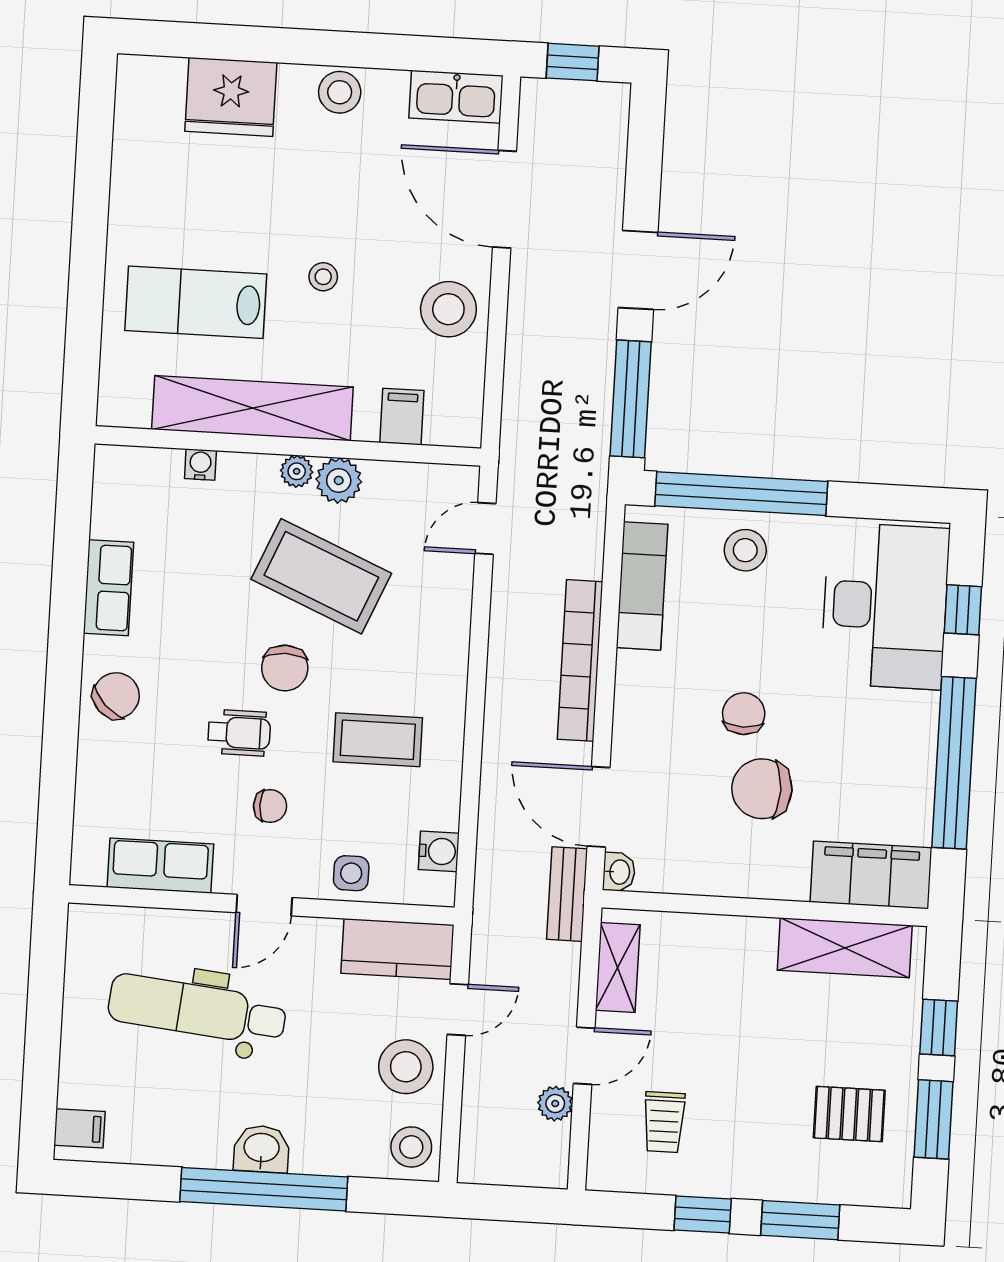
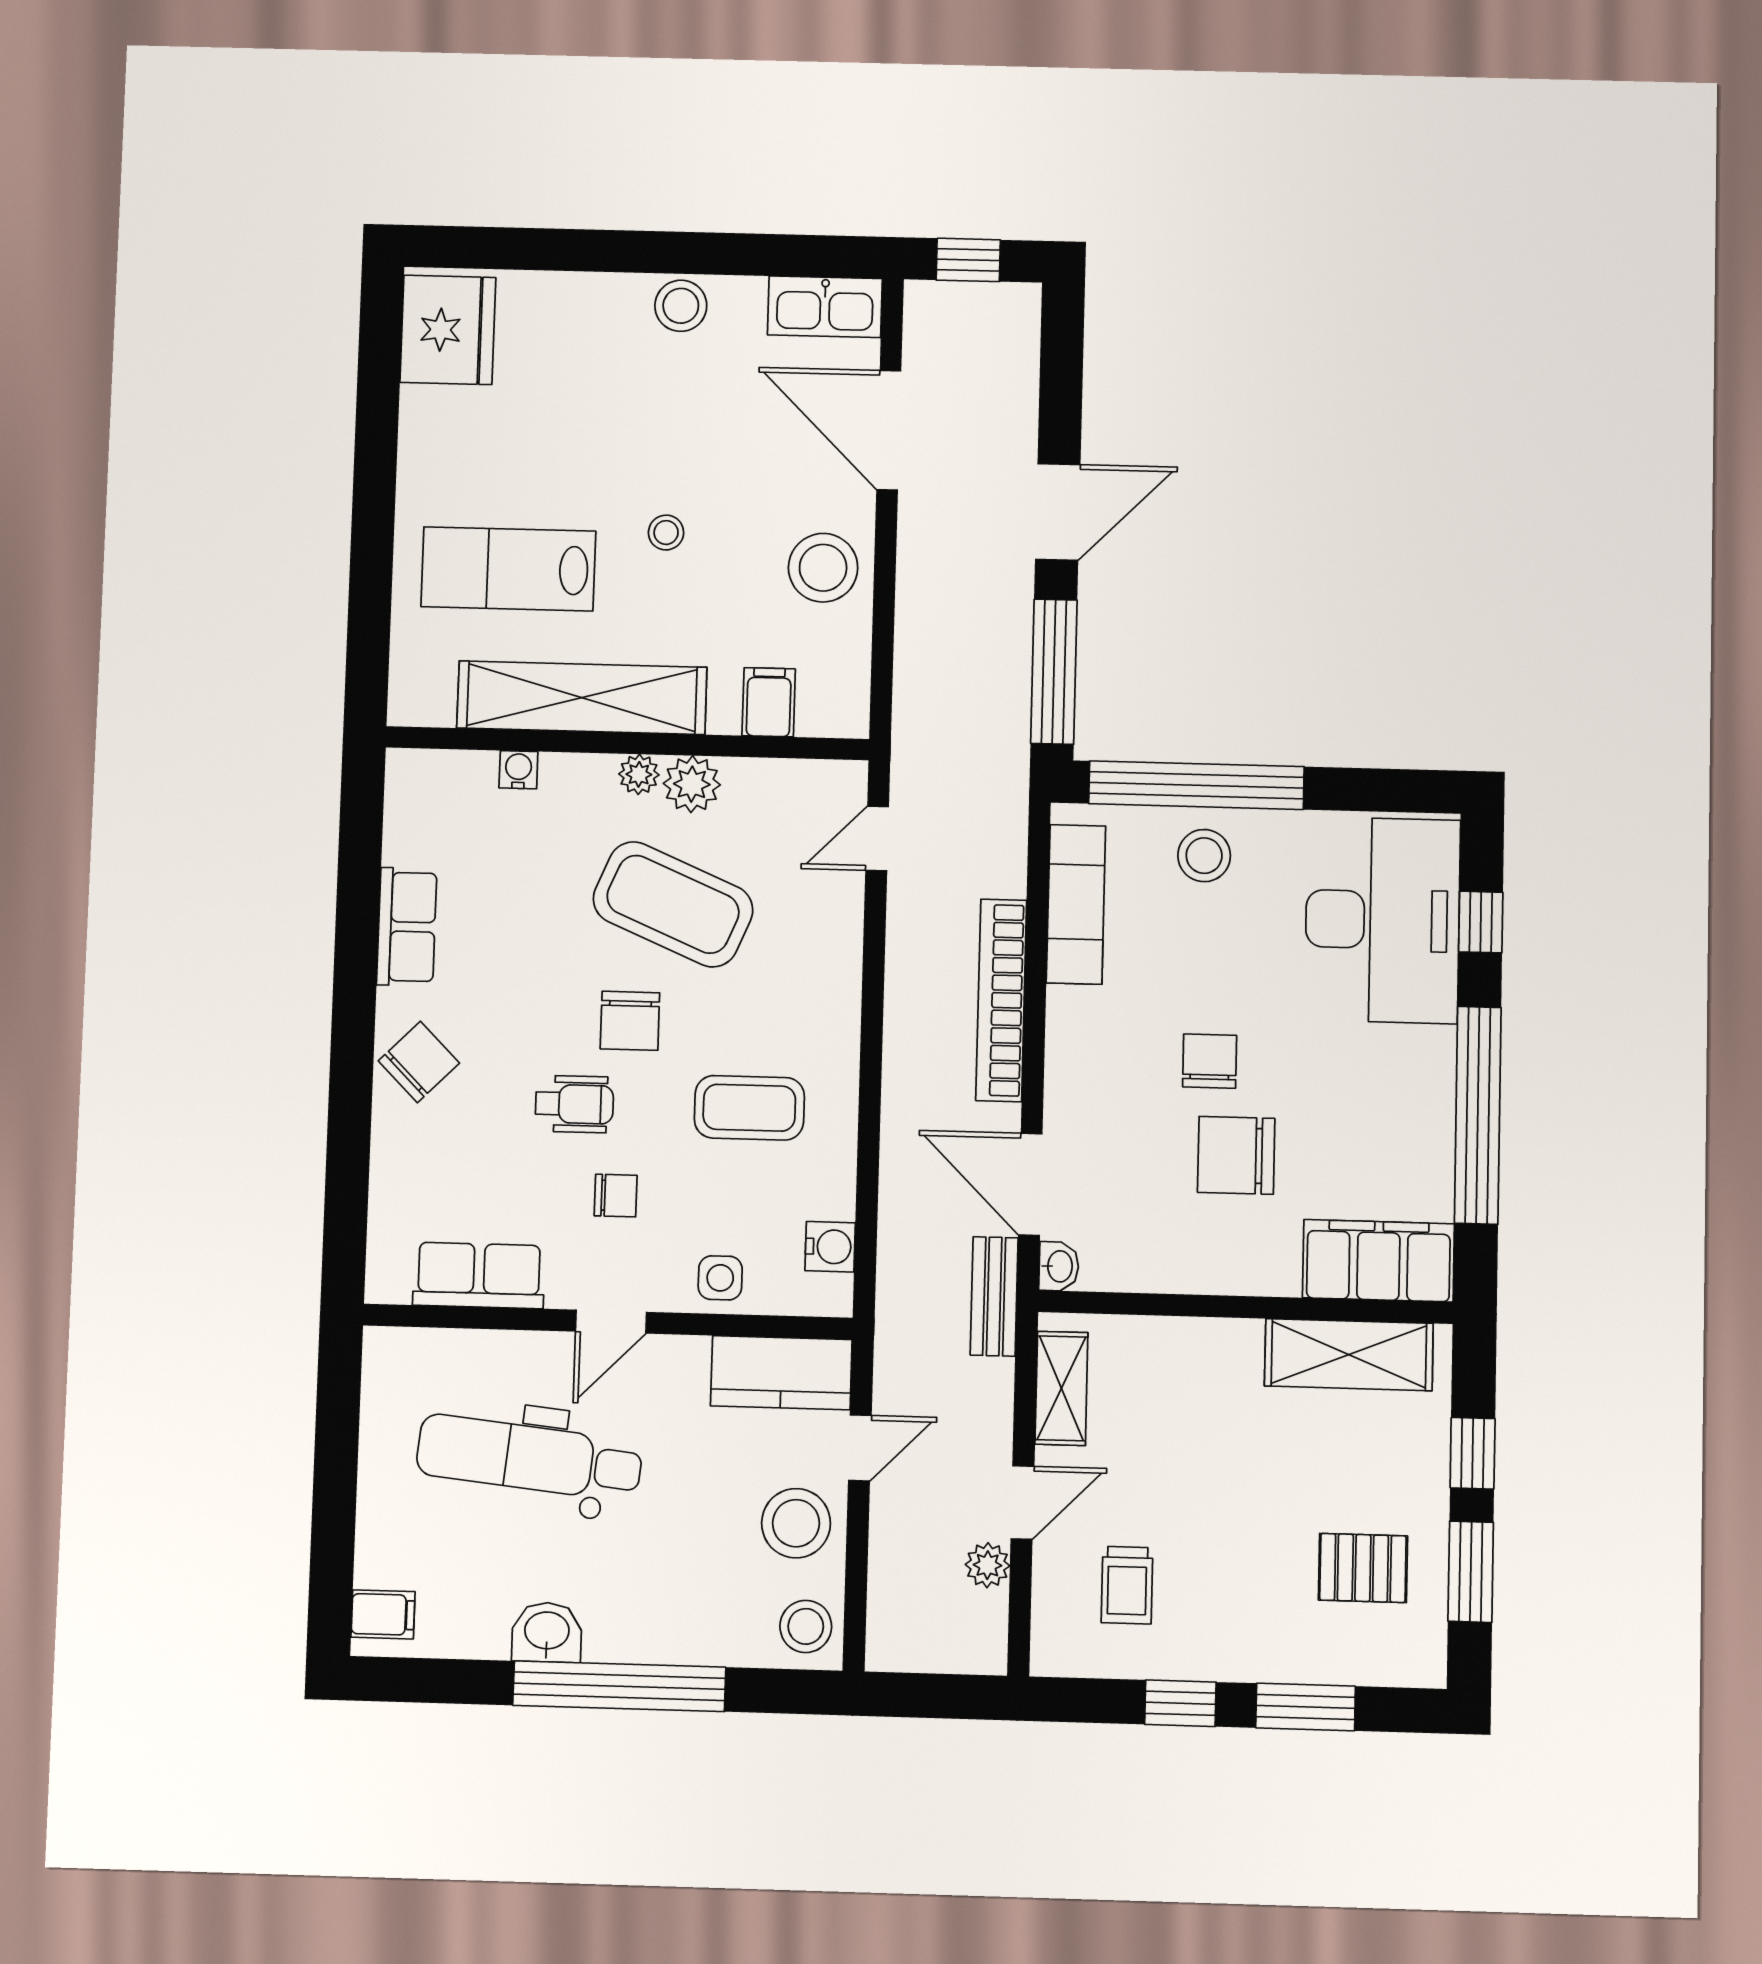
fridge: (231, 97) -> (448, 330), moved, turned -90
washbasin: (261, 1149) -> (547, 1632), moved

